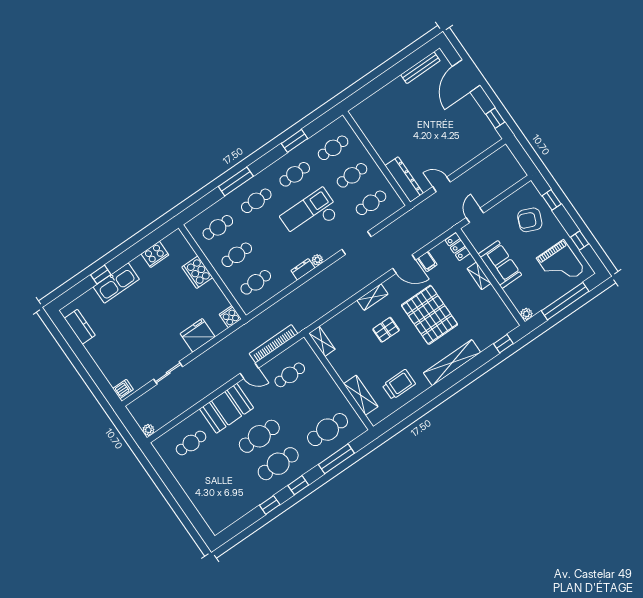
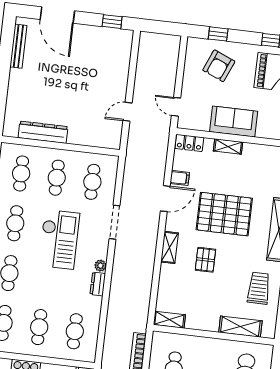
dresser: (404, 179) -> (43, 132), moved
checkout: (310, 215) -> (59, 239), turned 180

